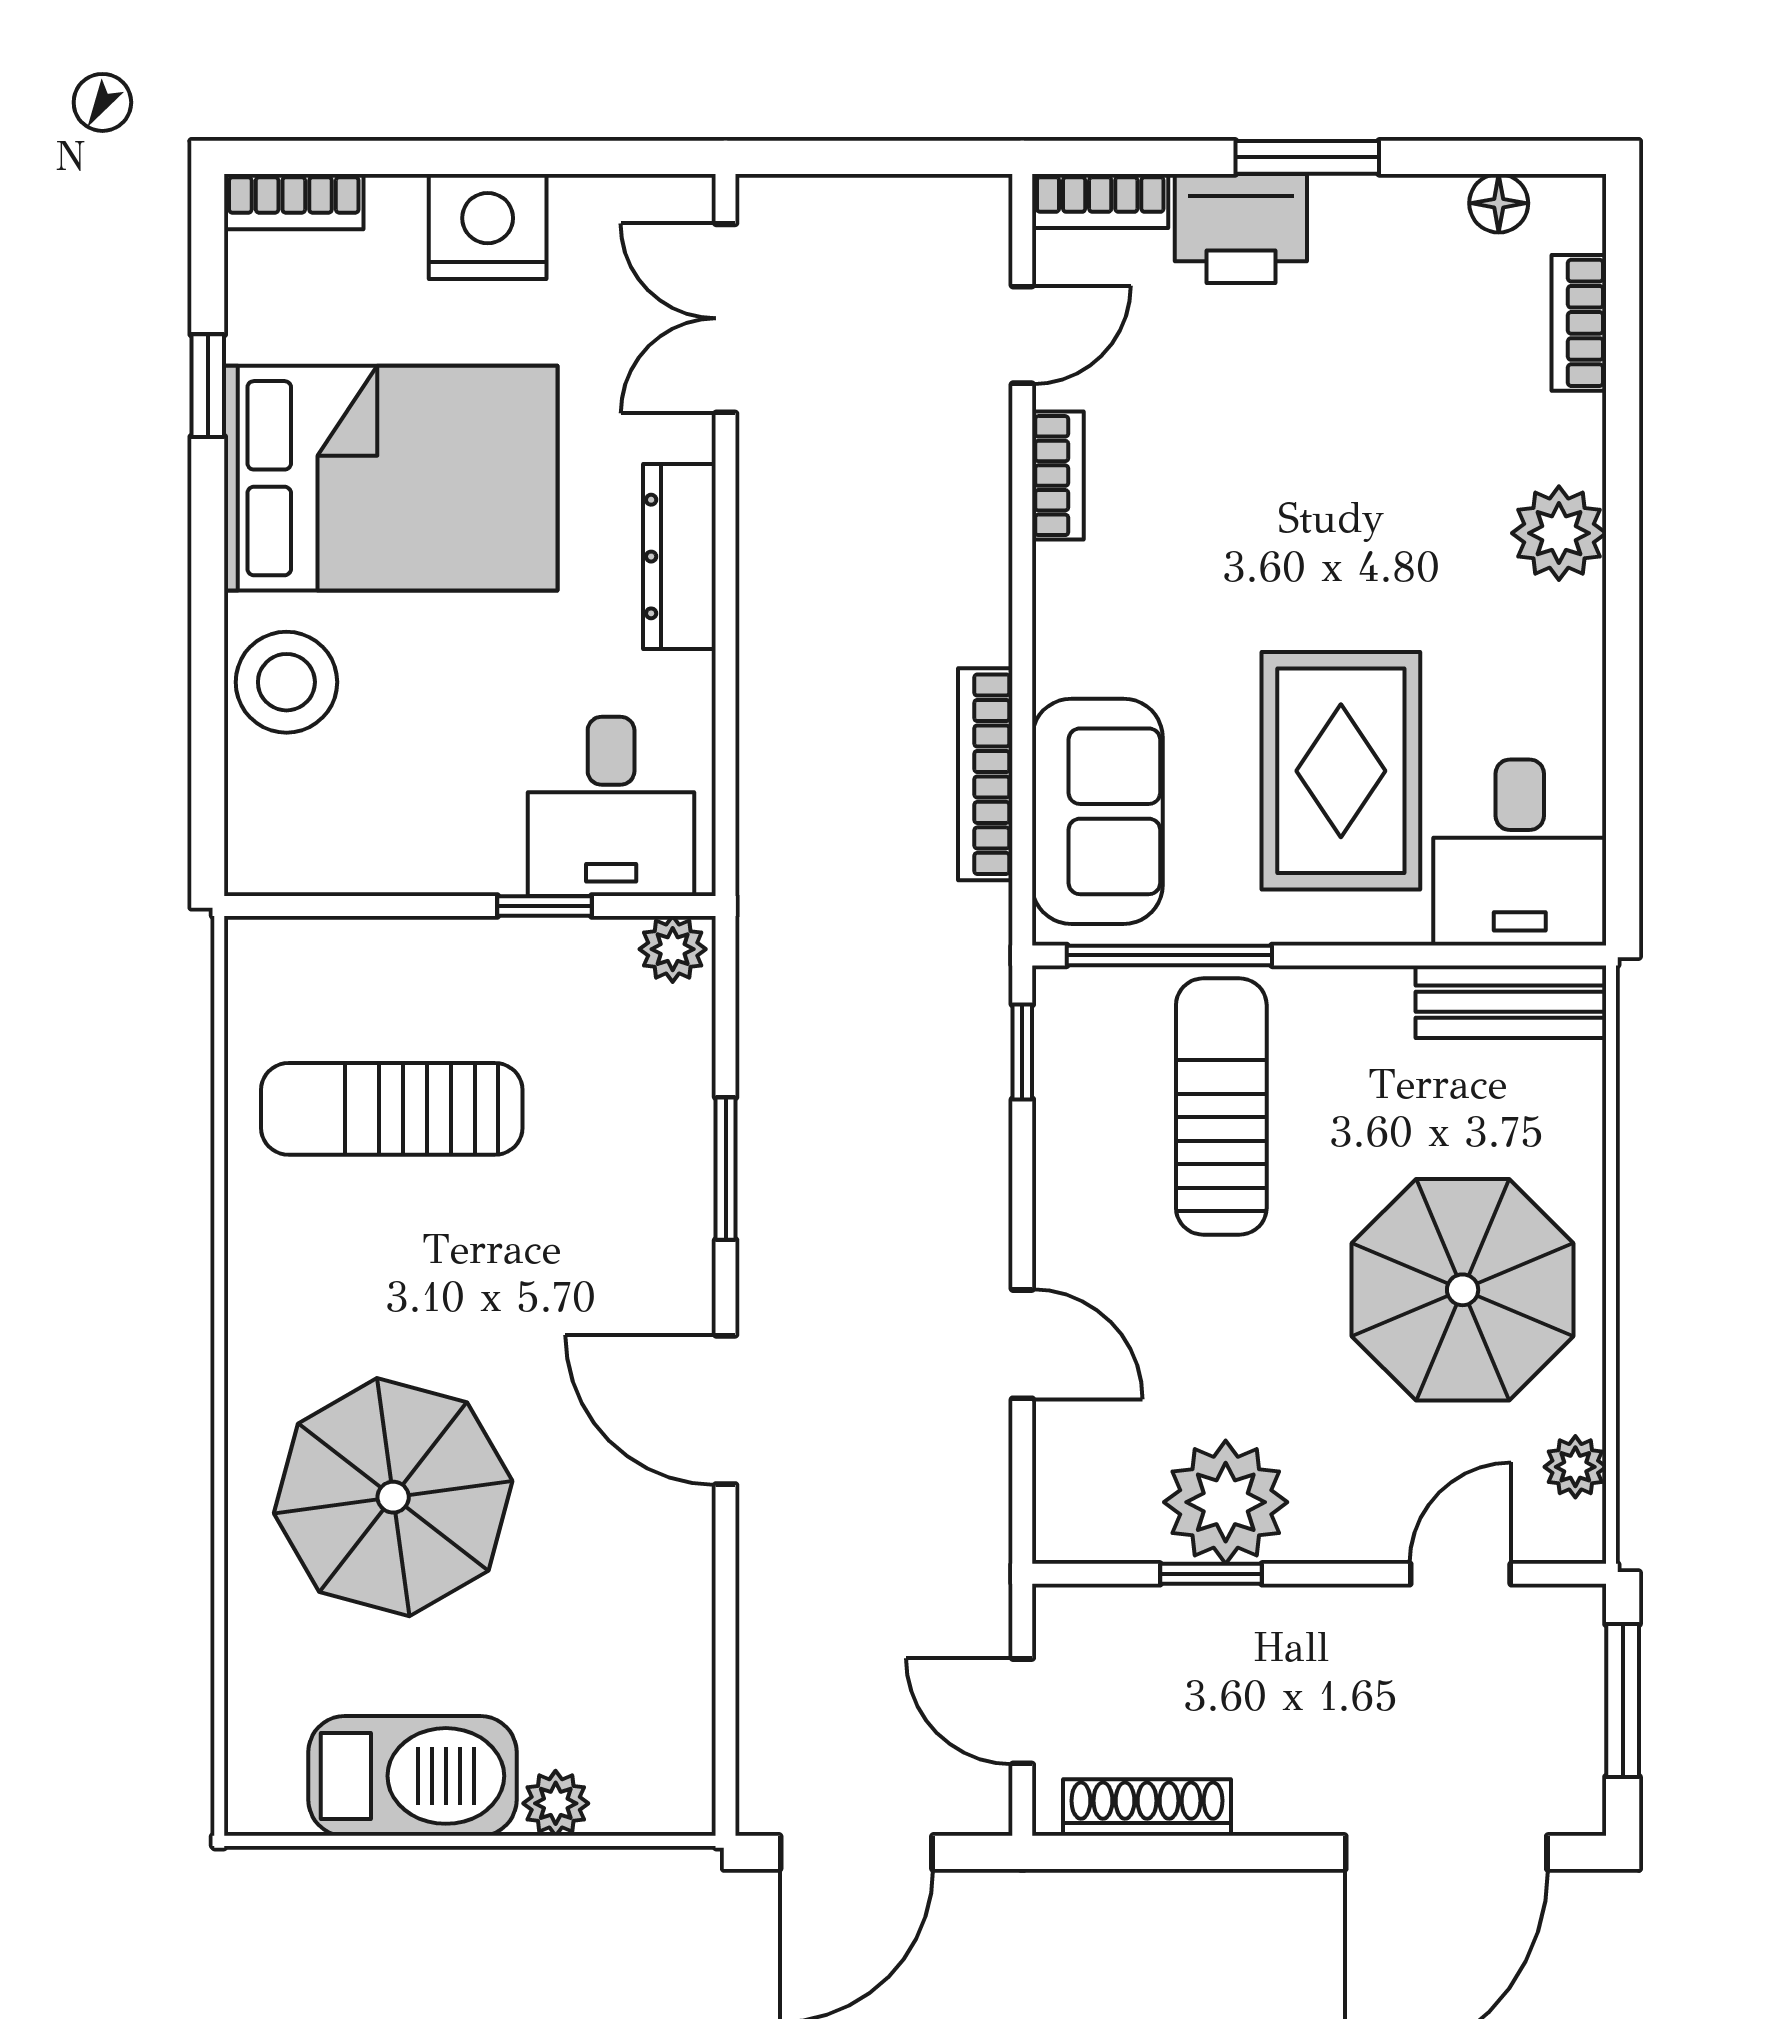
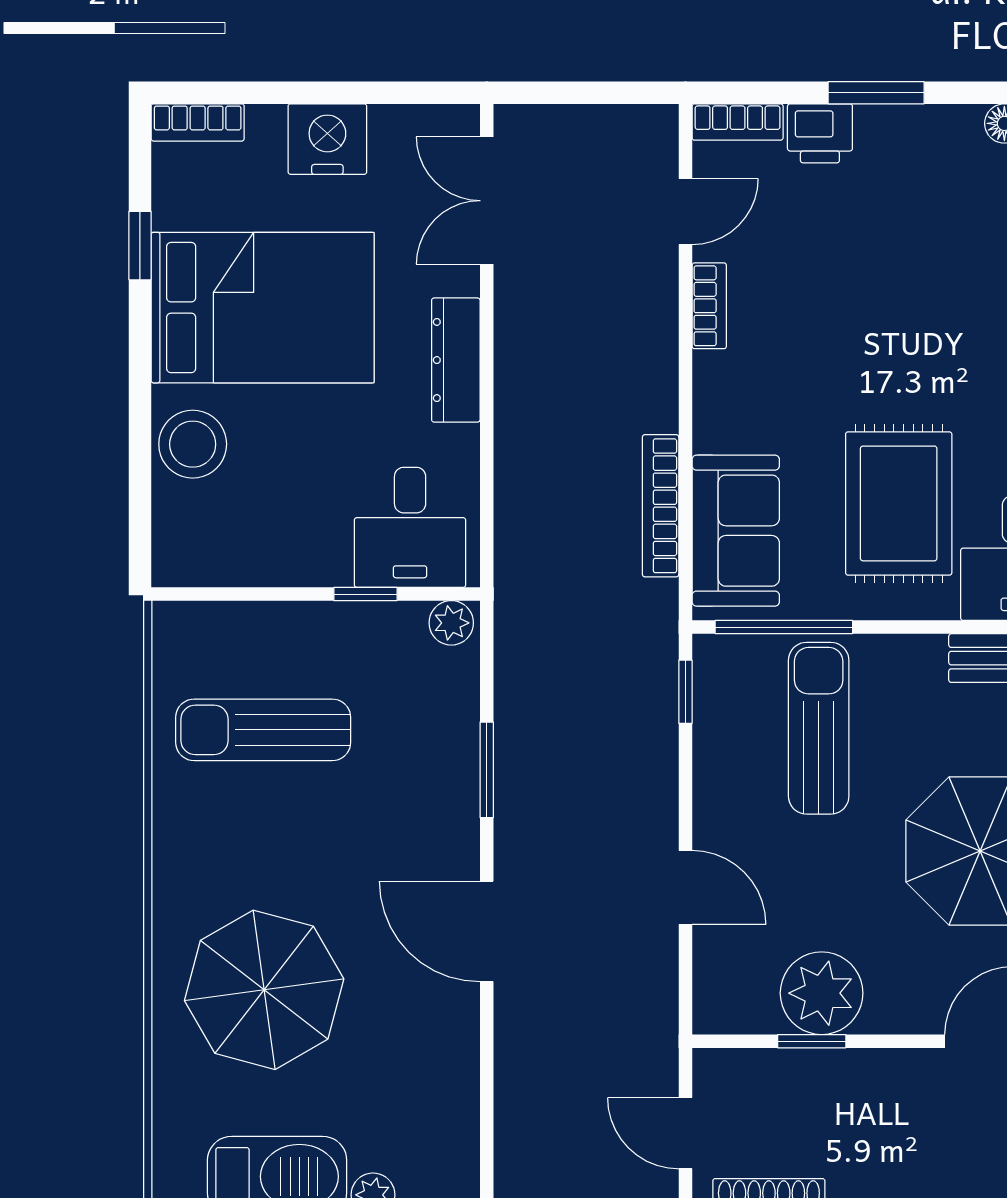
printer: (1241, 229) -> (820, 133), width x0.73, depth x0.81

